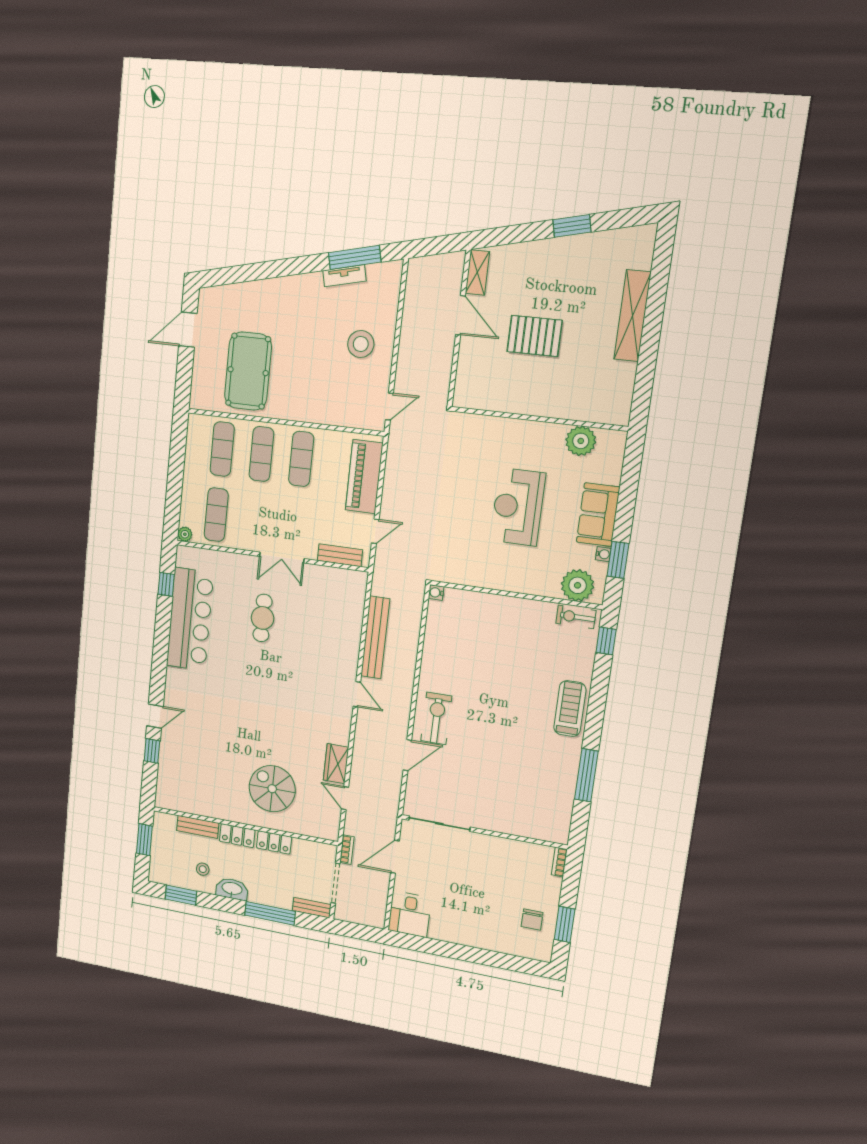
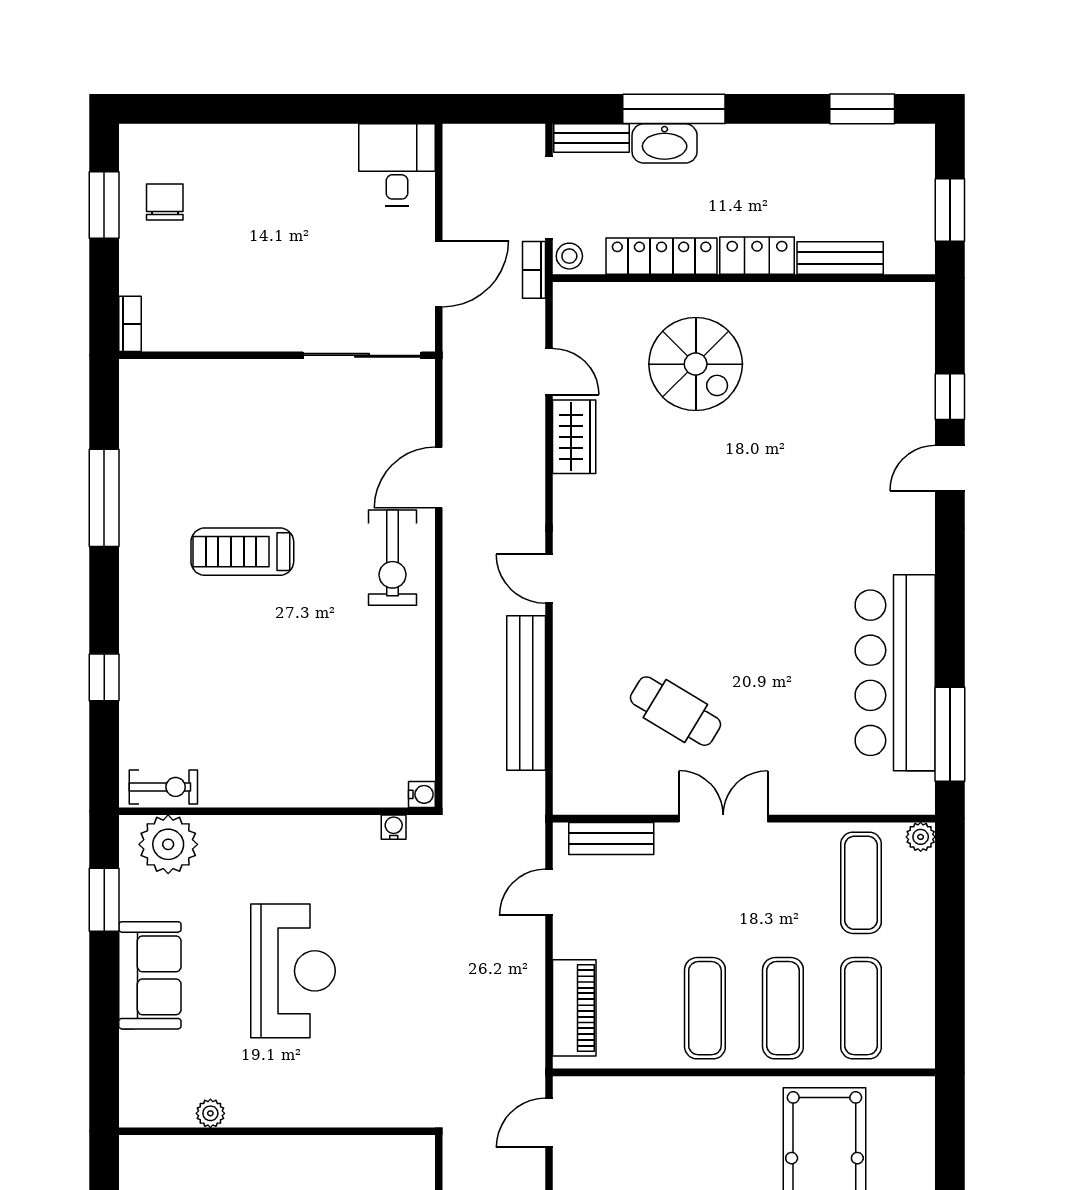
plant: (581, 441) -> (210, 1113), width x0.53, depth x0.53
piano: (364, 477) -> (574, 1008), width x0.73, depth x0.75
water cooler: (603, 554) -> (394, 827), moved, turned 90
window: (166, 584) -> (950, 734), width x2.17
cafe table: (263, 618) -> (675, 711), moved, turned -59
window: (606, 641) -> (104, 677), moved
treadmill: (570, 709) -> (242, 552), moved, turned 90
locker: (274, 842) -> (662, 256), width x1.53
stool: (203, 869) -> (569, 256), moved
washbasin: (232, 889) -> (665, 143), moved

